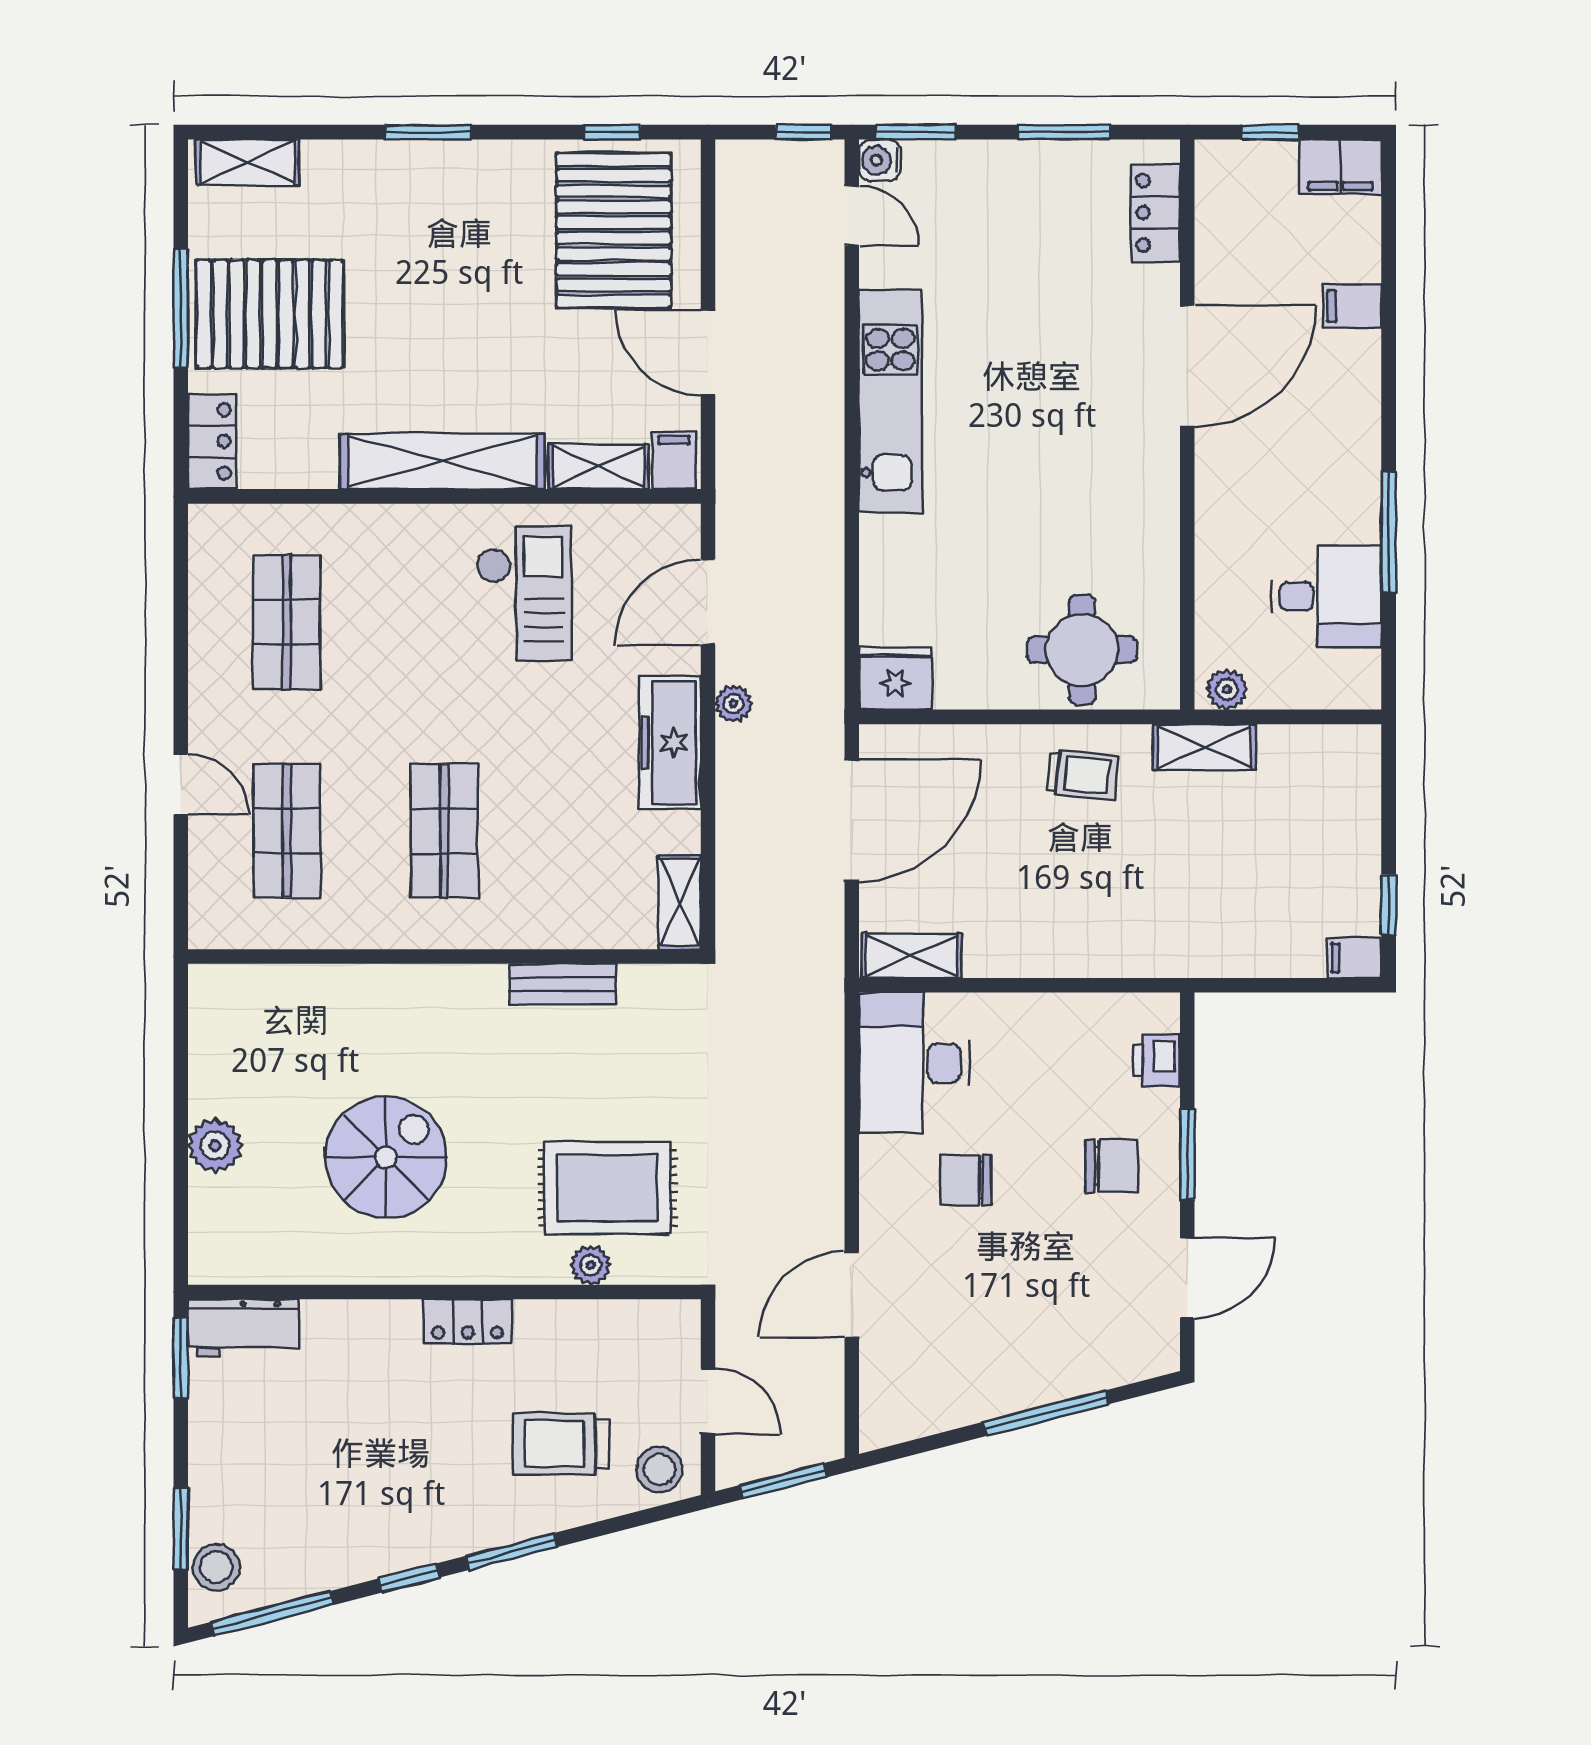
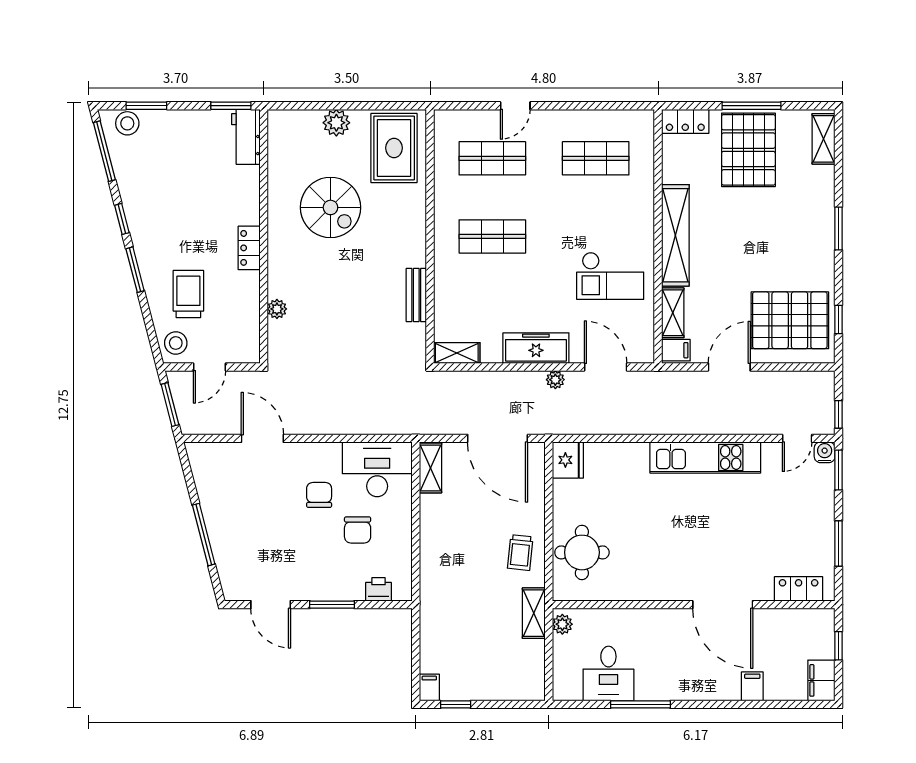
chair: (1112, 1166) -> (358, 530), moved
rug: (607, 1188) -> (394, 148), moved

